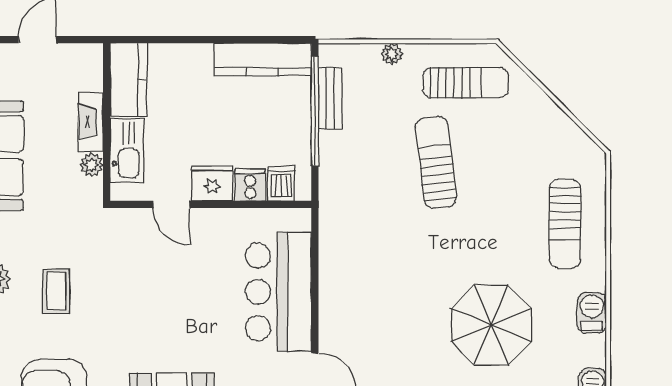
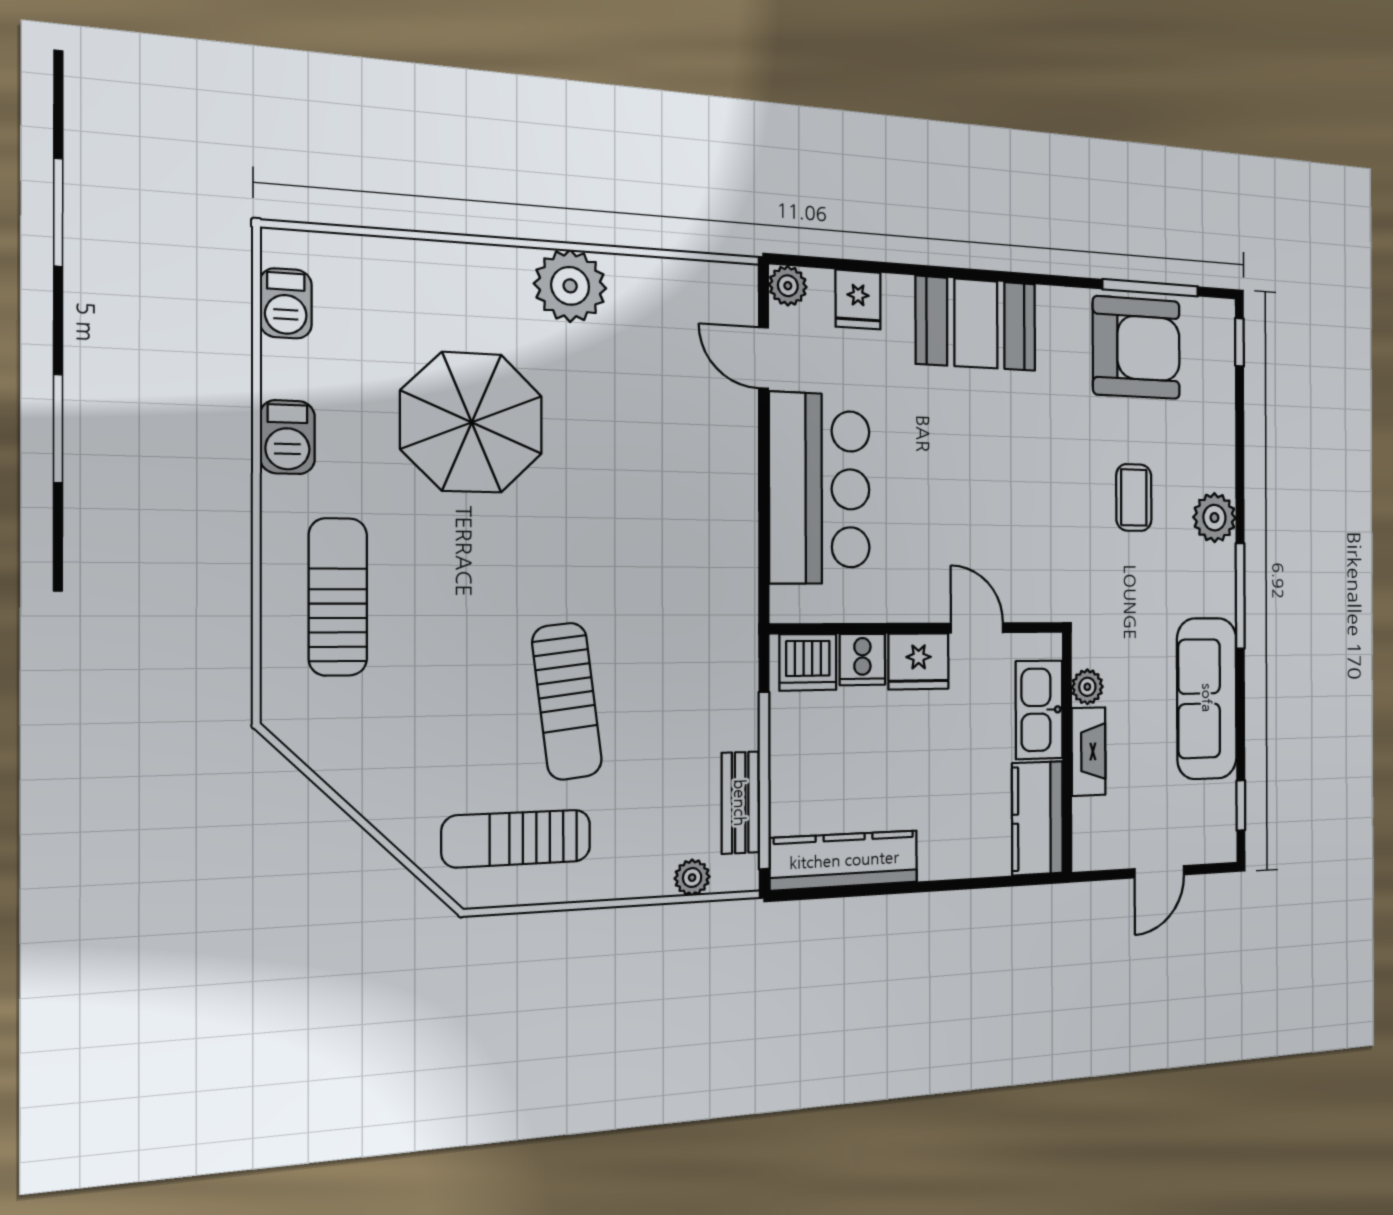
plant: (392, 54) -> (692, 878), moved
dishwasher: (281, 184) -> (808, 662), width x1.38

